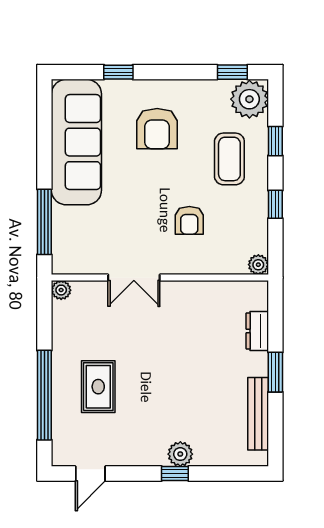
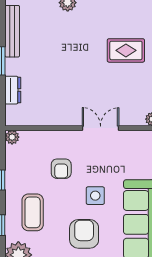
side table: (141, 182) -> (95, 196), added
armchair: (189, 220) -> (61, 169), turned 180
rug: (98, 387) -> (126, 50), turned 90

